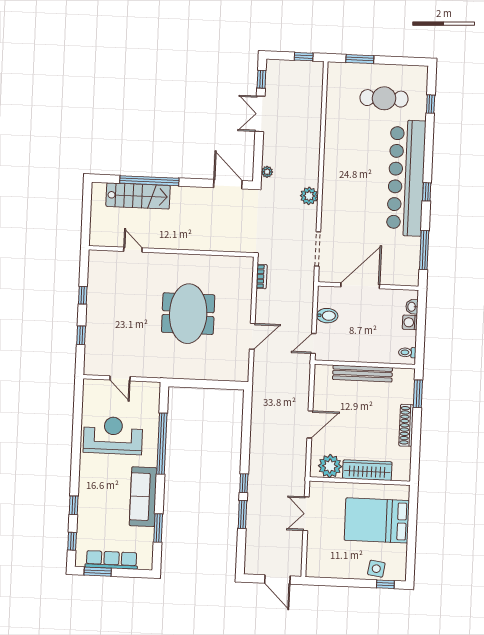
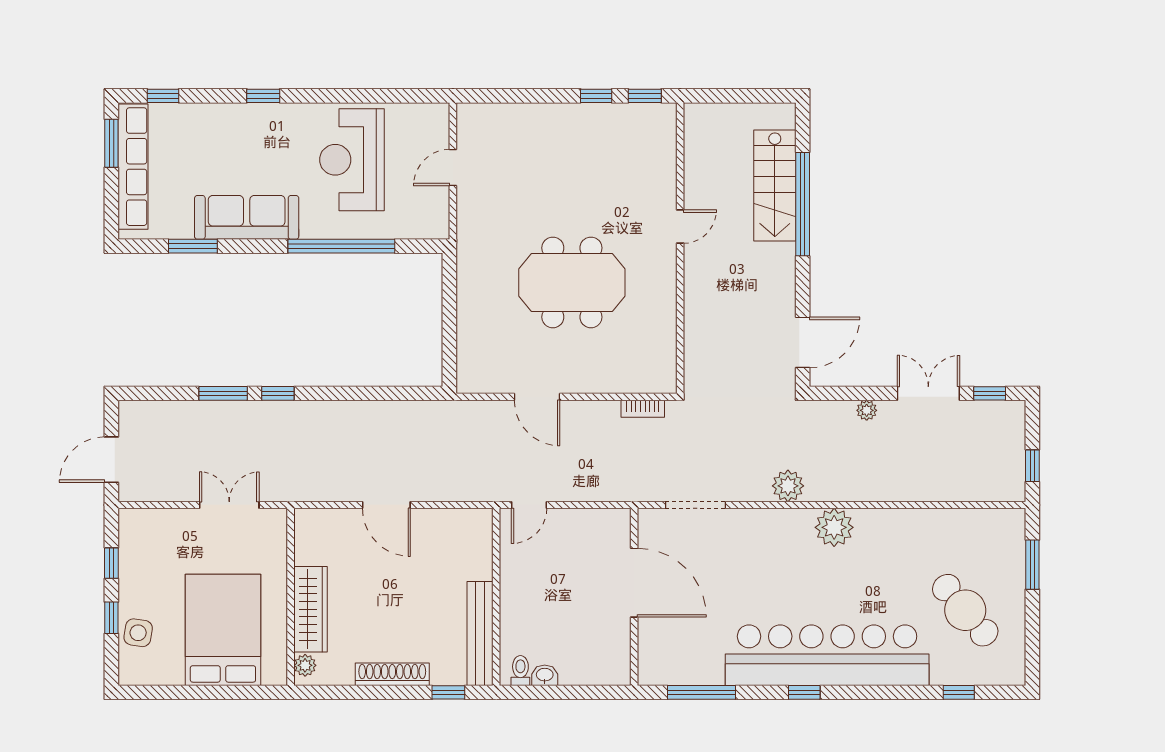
cafe table: (384, 98) -> (965, 610), turned -40
plant: (334, 171) -> (834, 527), added
plant: (267, 172) -> (867, 410), moved
door: (133, 250) -> (680, 227), moved
washbasin: (412, 307) -> (545, 675), moved
bidet: (327, 316) -> (579, 527), removed
washing machine: (410, 322) -> (573, 673), removed
window: (81, 335) -> (645, 96), moved
door: (313, 343) -> (529, 505), swing flipped
bench: (362, 374) -> (480, 633), moved
window: (418, 394) -> (448, 692), width x0.67
reception desk: (113, 435) -> (352, 160), turned 180
plant: (330, 466) -> (305, 665), moved, width x0.53, depth x0.53
window: (74, 505) -> (263, 96), moved
row of seats: (111, 560) -> (133, 167), width x1.36
window: (336, 582) -> (111, 563), added
window: (385, 584) -> (111, 618), moved

